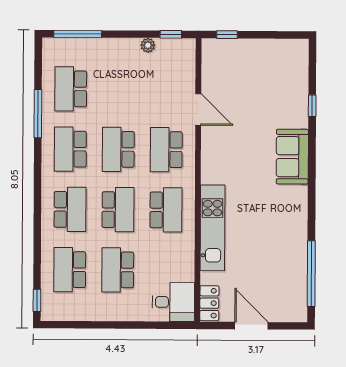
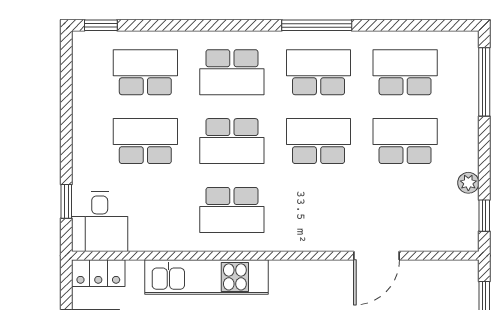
window: (38, 114) -> (317, 25), moved
school desk: (166, 150) -> (405, 141), moved
window: (159, 325) -> (66, 201), added

